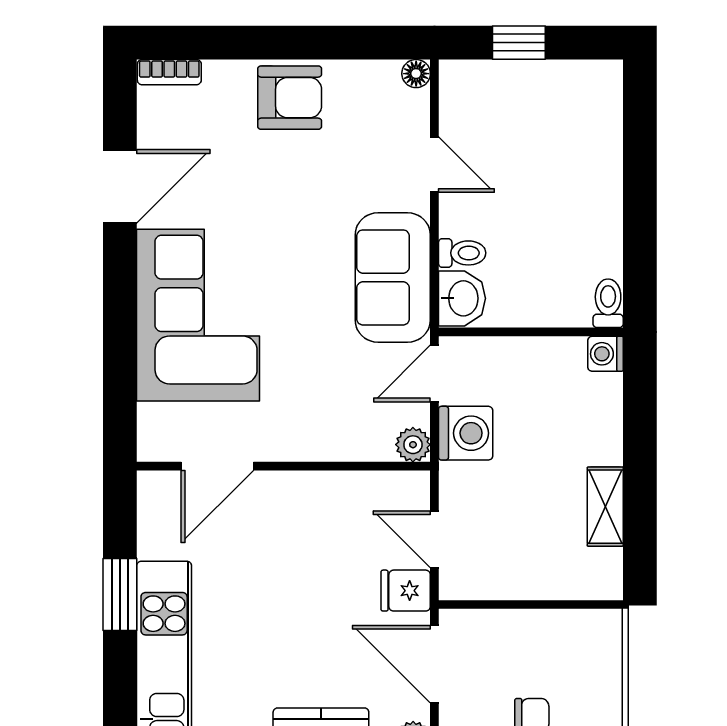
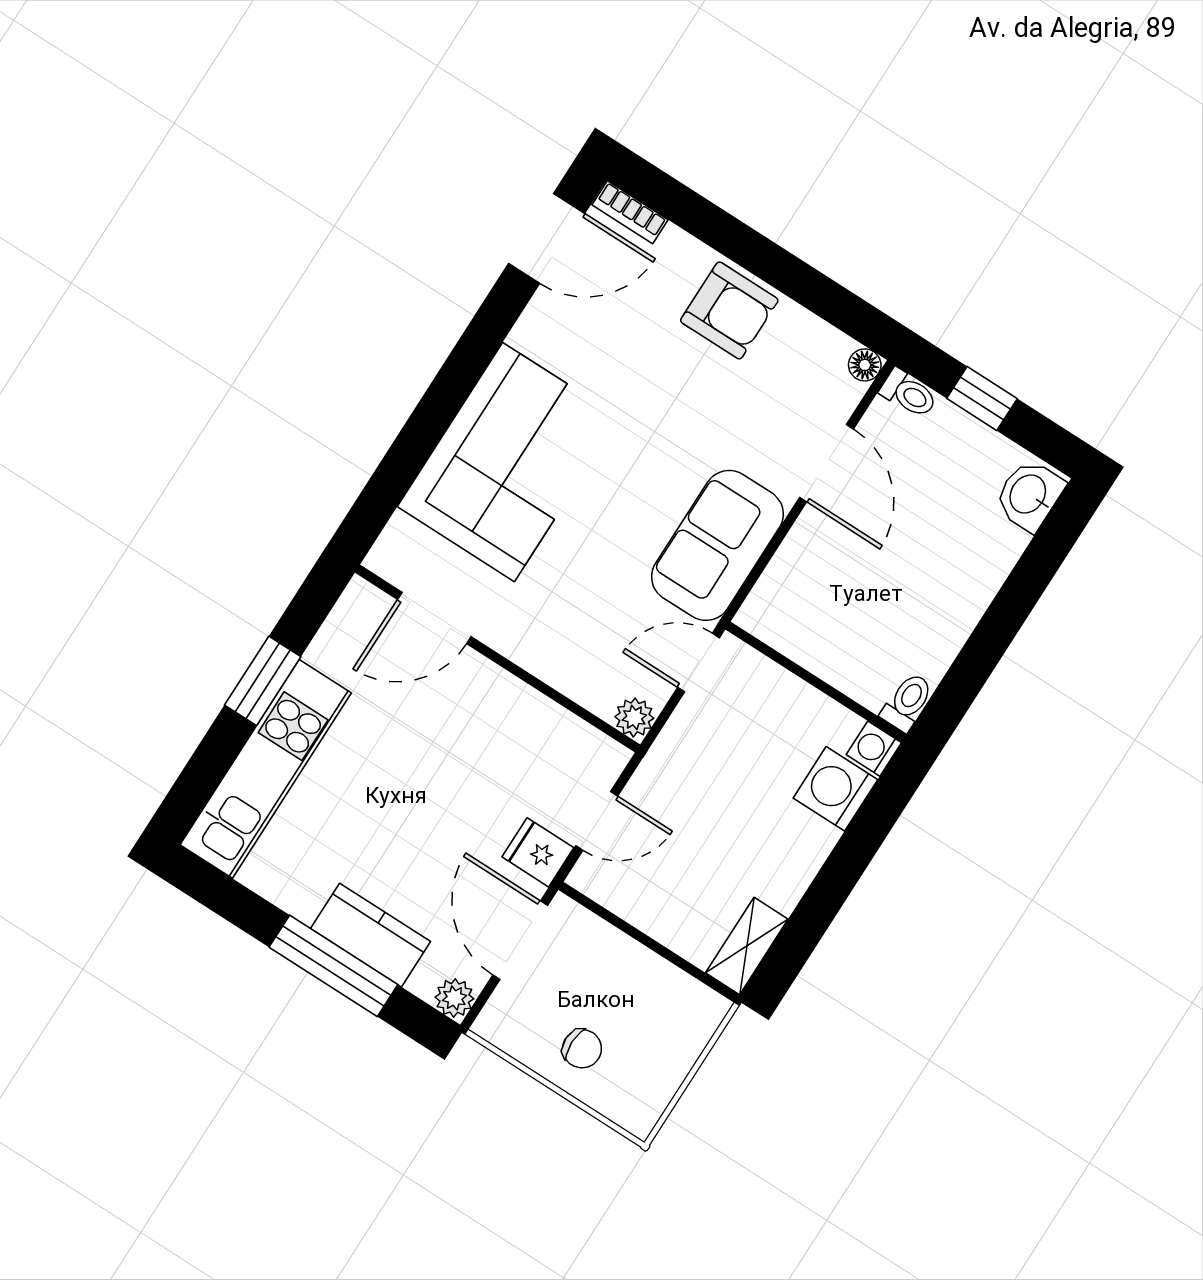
door: (434, 165) -> (826, 463), width x1.37
door: (120, 186) -> (547, 238), moved
toilet: (462, 253) -> (909, 393), moved
washbasin: (462, 298) -> (1029, 495), moved, turned 180
washing machine: (466, 433) -> (835, 789), moved, turned 180
shelving: (605, 507) -> (747, 946), moved
door: (434, 539) -> (597, 821), swing flipped

